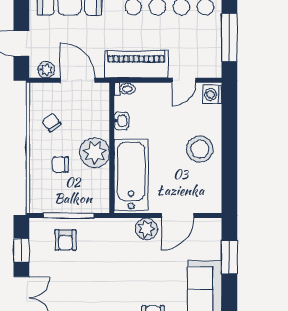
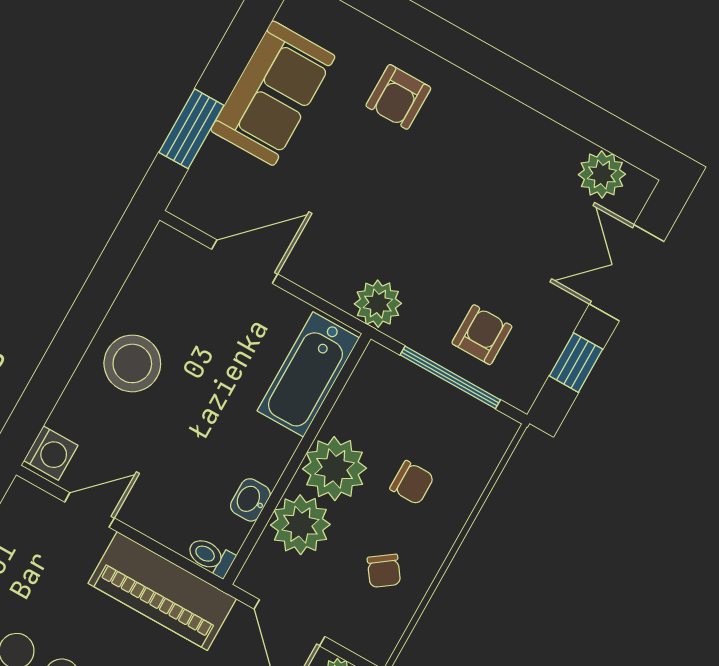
plant: (96, 122) -> (300, 525), added
bathtub: (131, 175) -> (308, 374), width x0.73, depth x0.73
plant: (146, 229) -> (378, 304), moved

